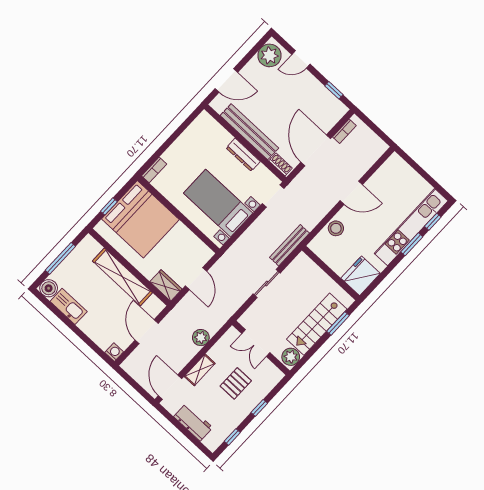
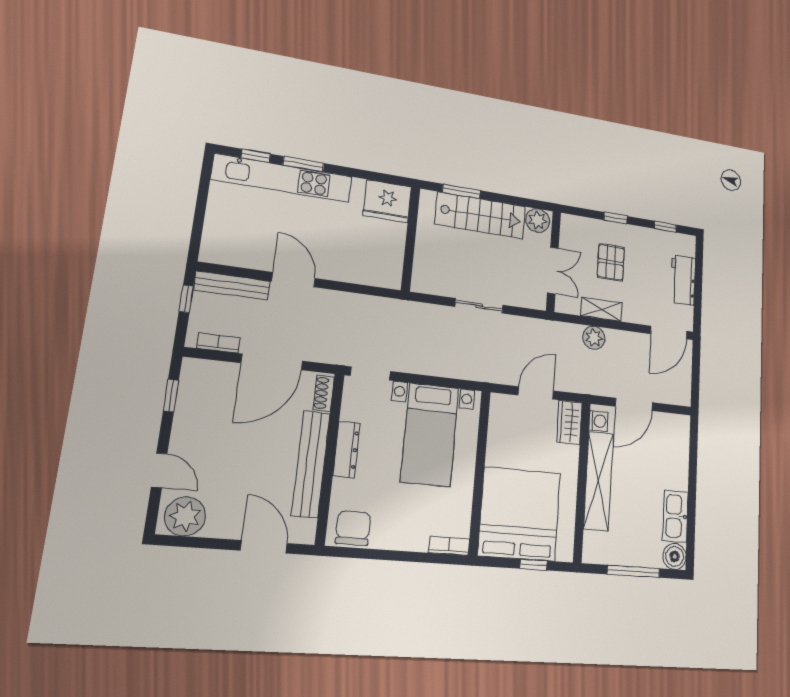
chair: (201, 129) -> (353, 528), added
window: (378, 132) -> (186, 299), added
stool: (336, 228) -> (353, 269), removed
bench: (289, 245) -> (232, 286), moved
washing machine: (114, 352) -> (598, 421), moved, turned 180
shelving: (200, 370) -> (602, 309), moved
pallet: (236, 383) -> (611, 262), turned 90

